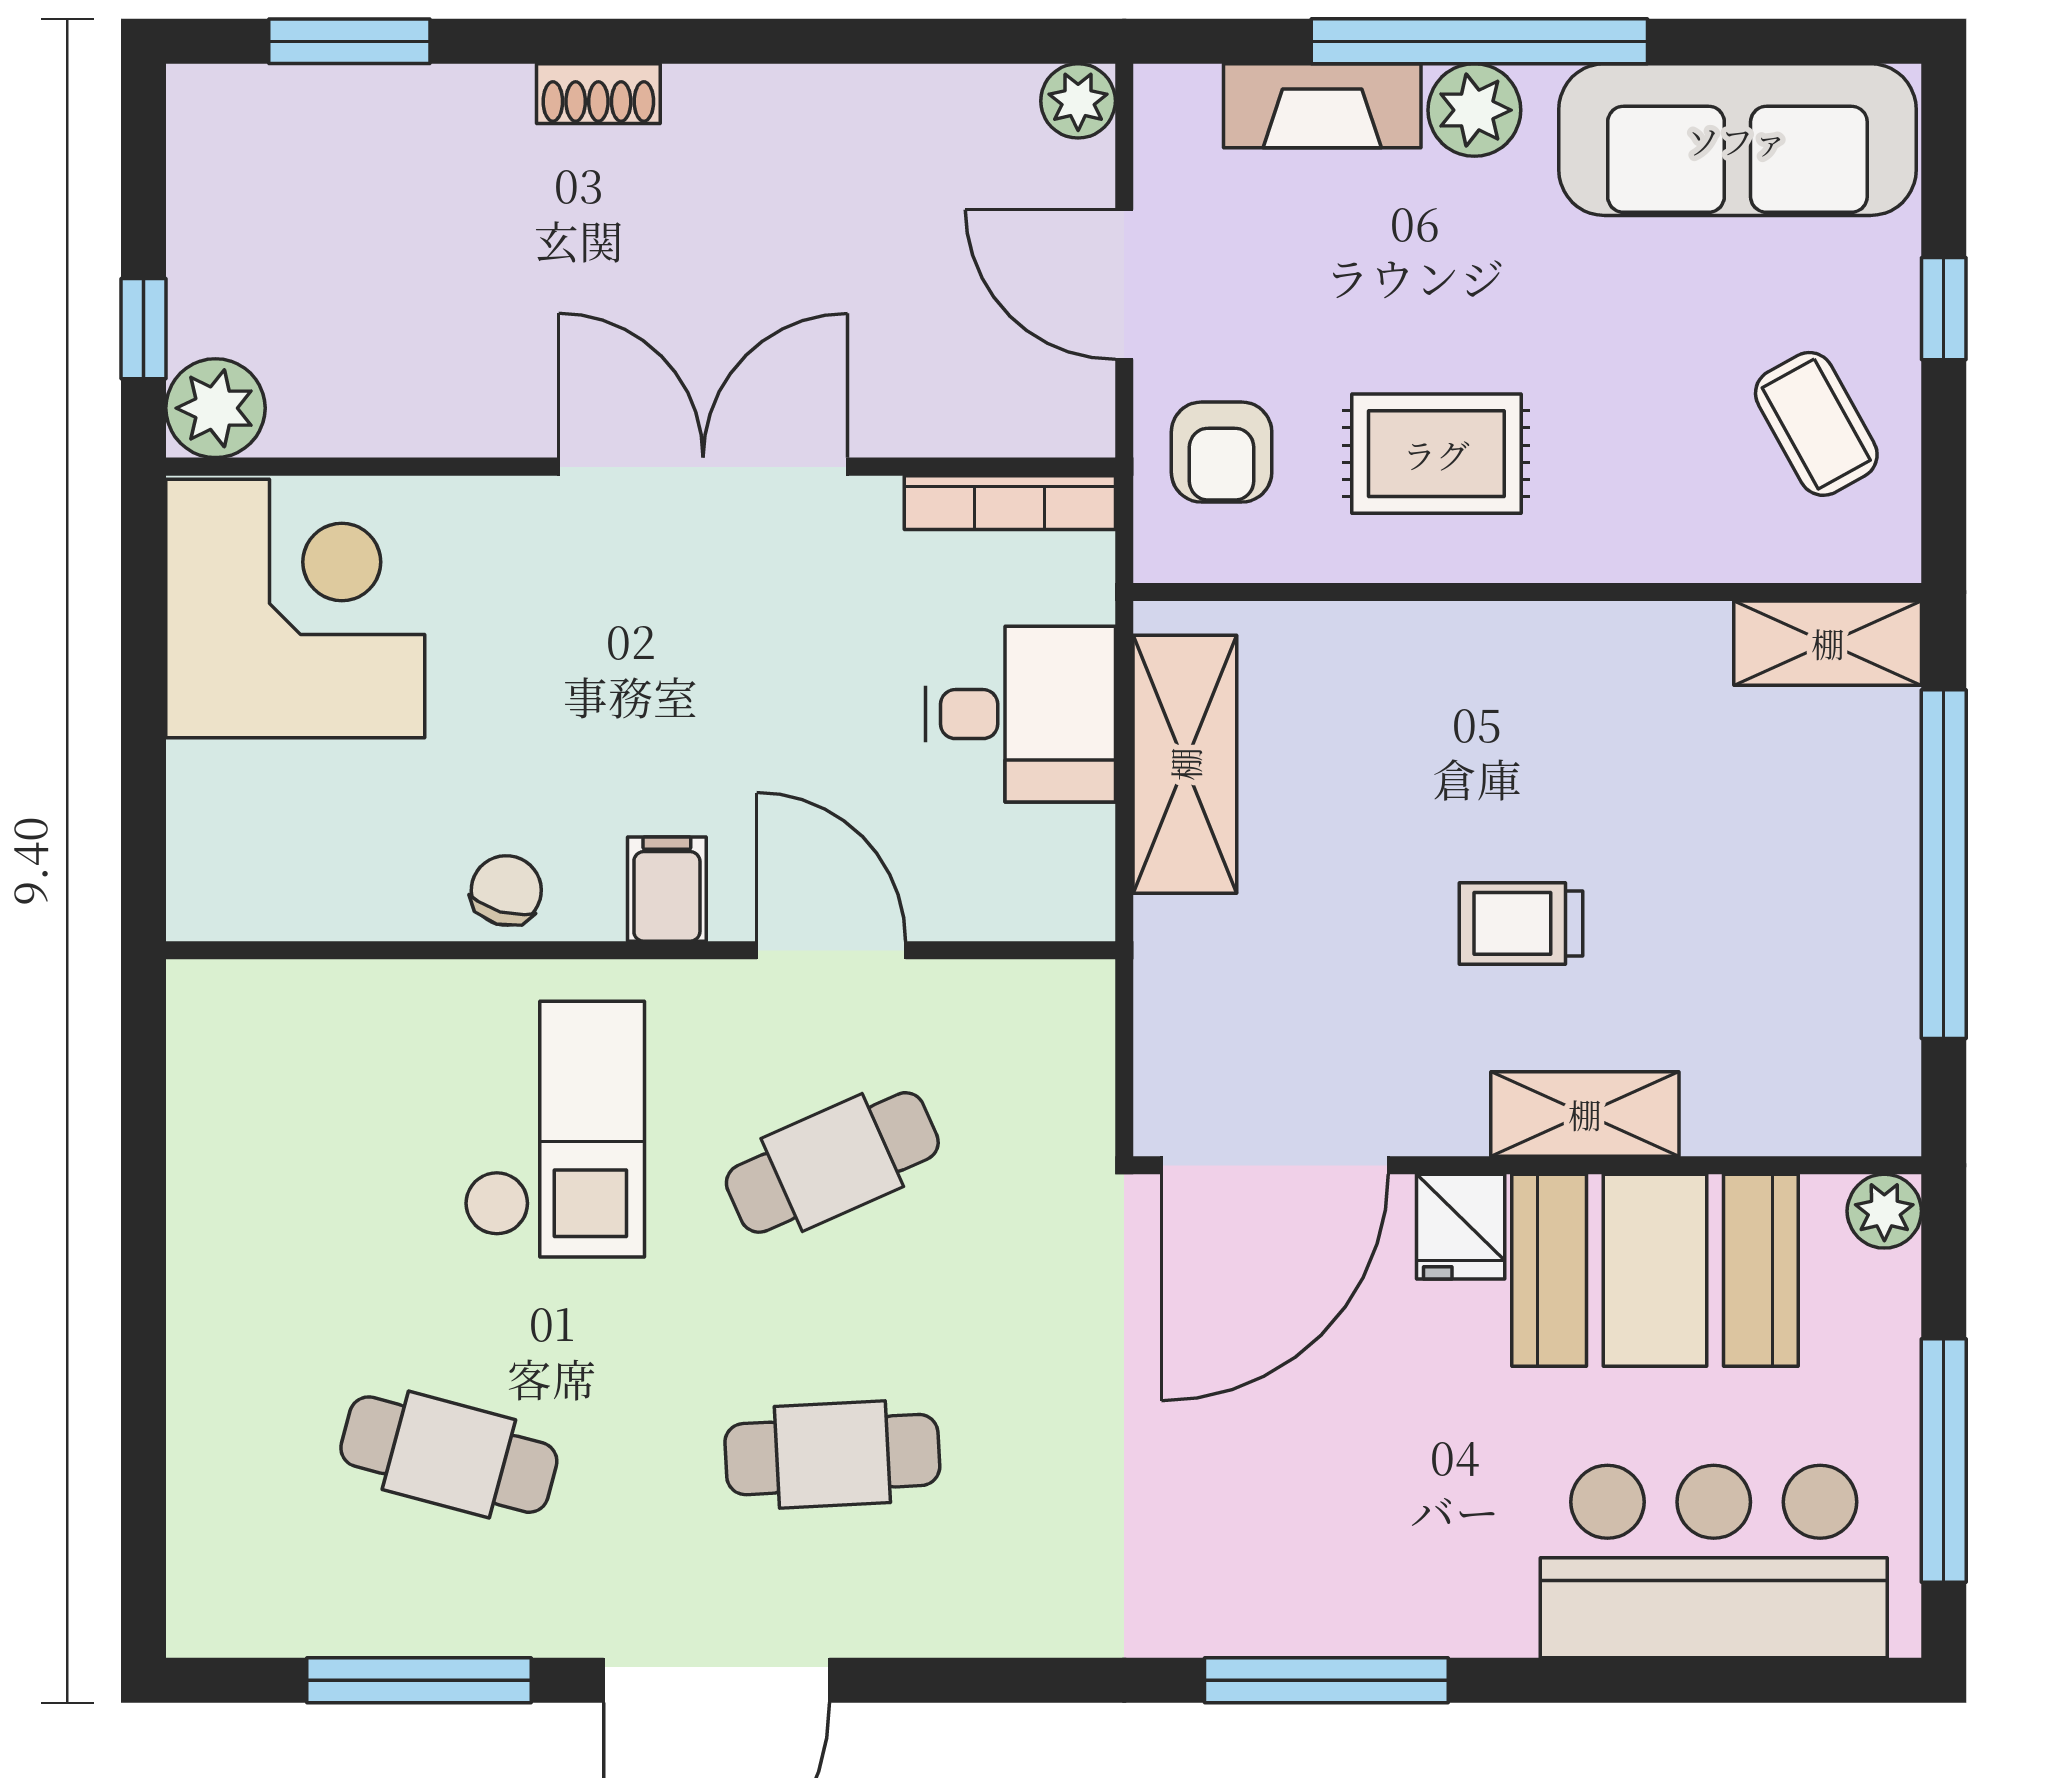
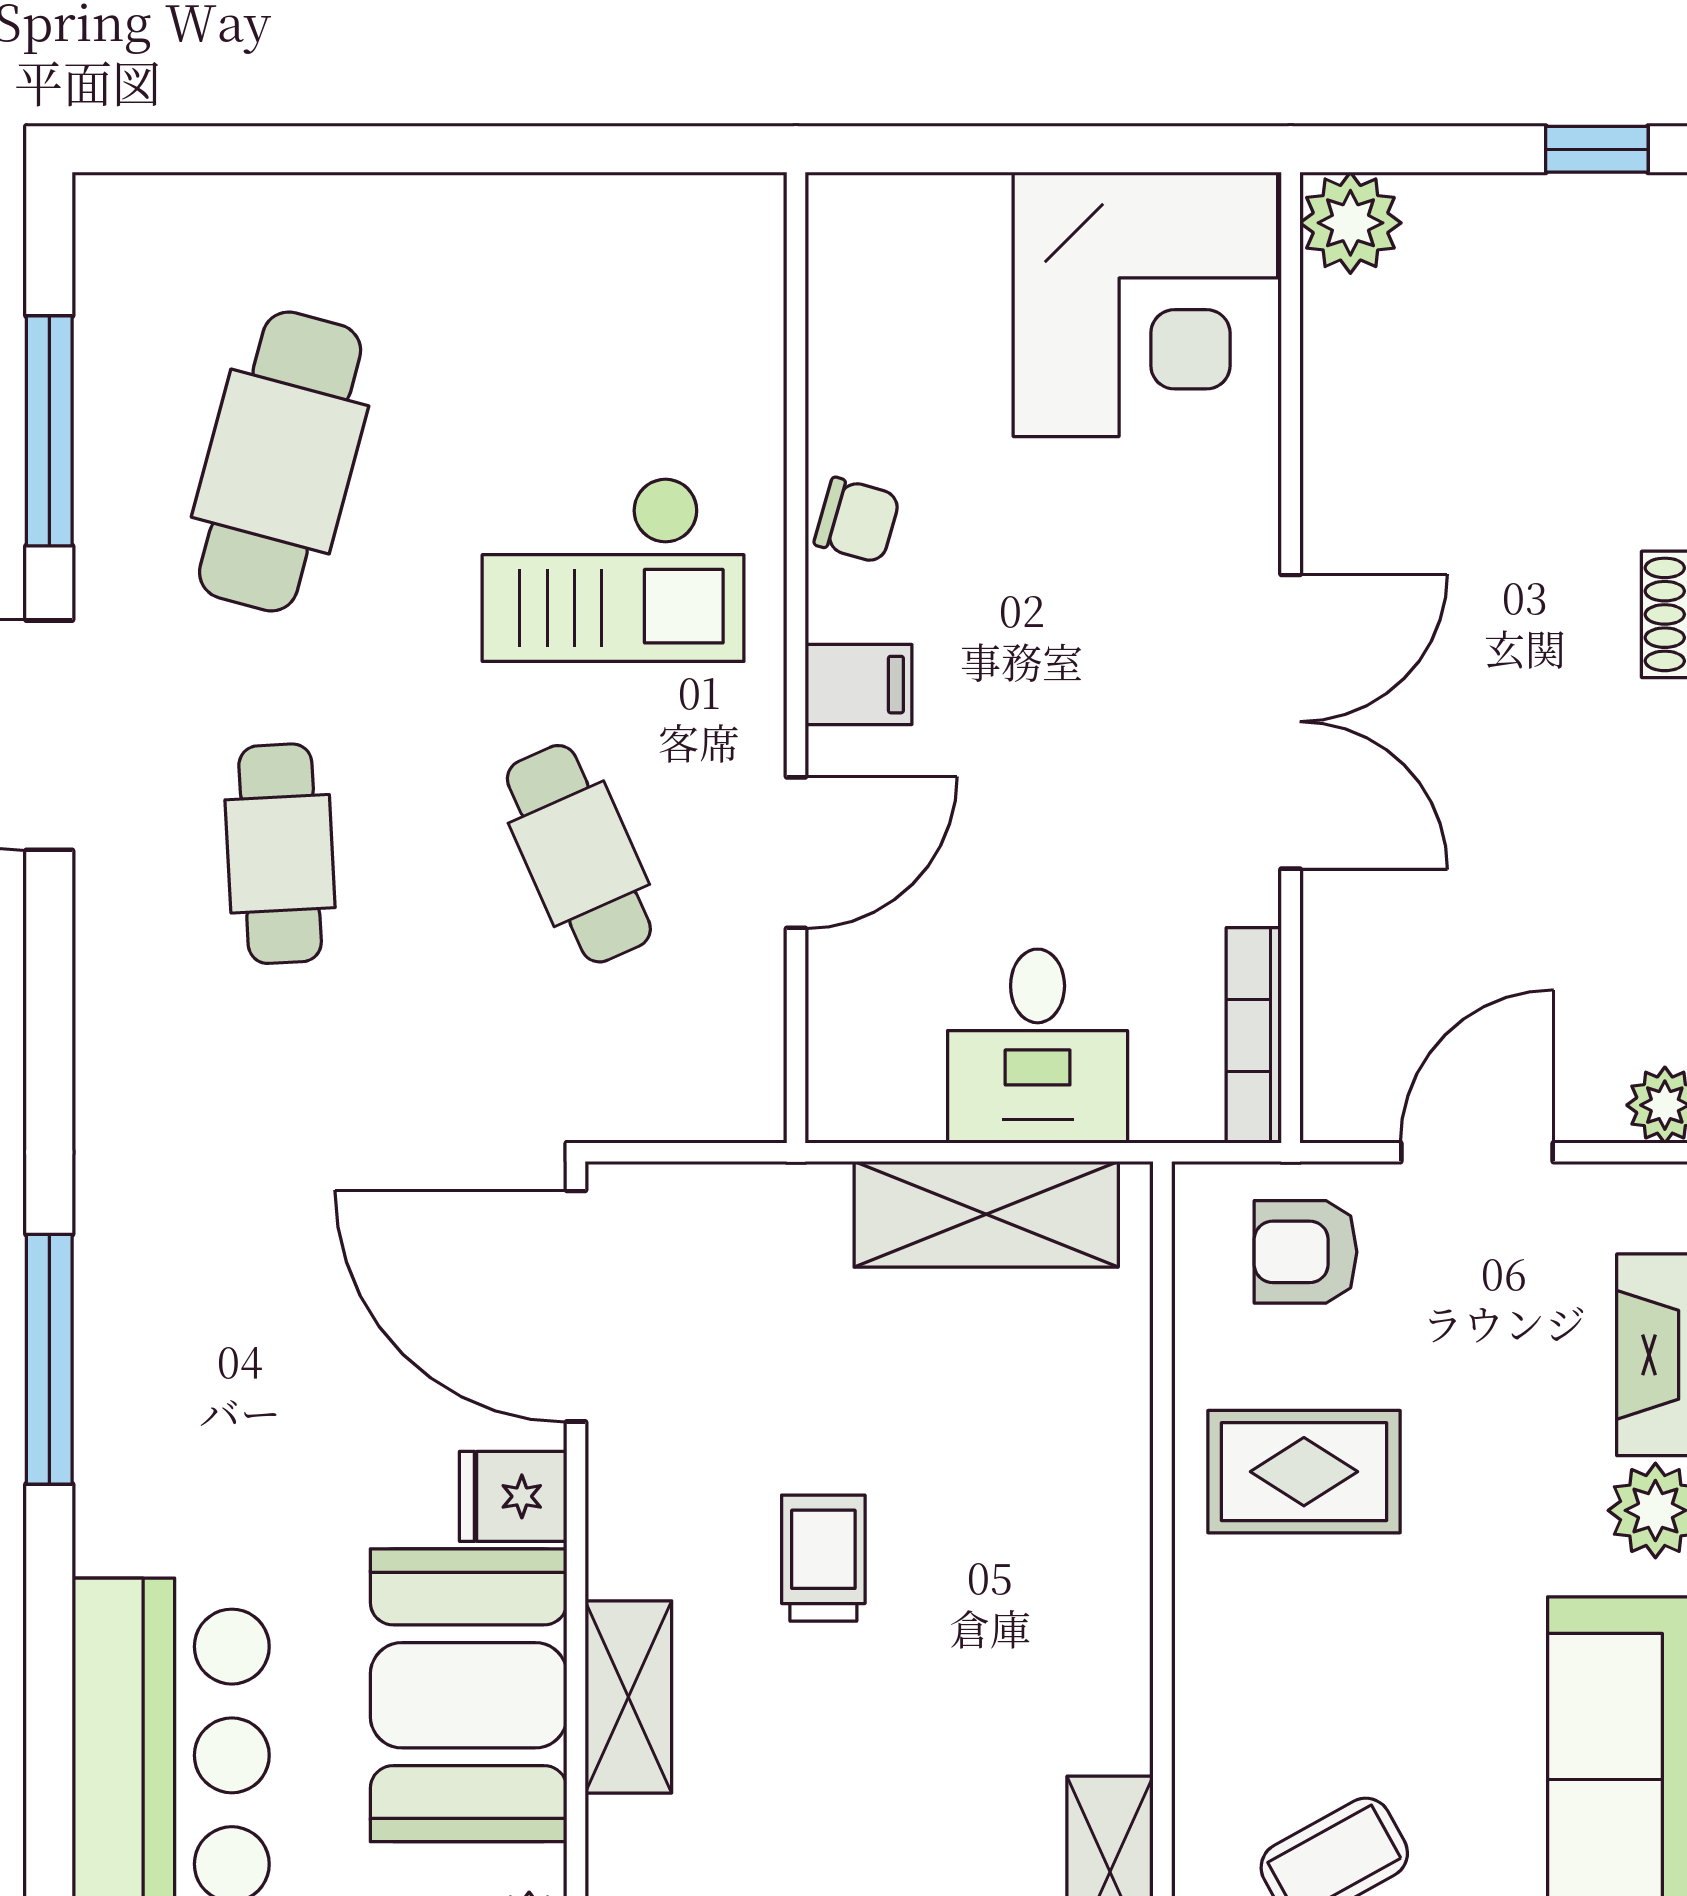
window: (144, 329) -> (1597, 149), moved
rug: (1436, 454) -> (1304, 1472), turned 90
shelving: (1585, 1114) -> (628, 1697), moved
cafe table: (449, 1455) -> (280, 461), width x1.37, depth x1.35

